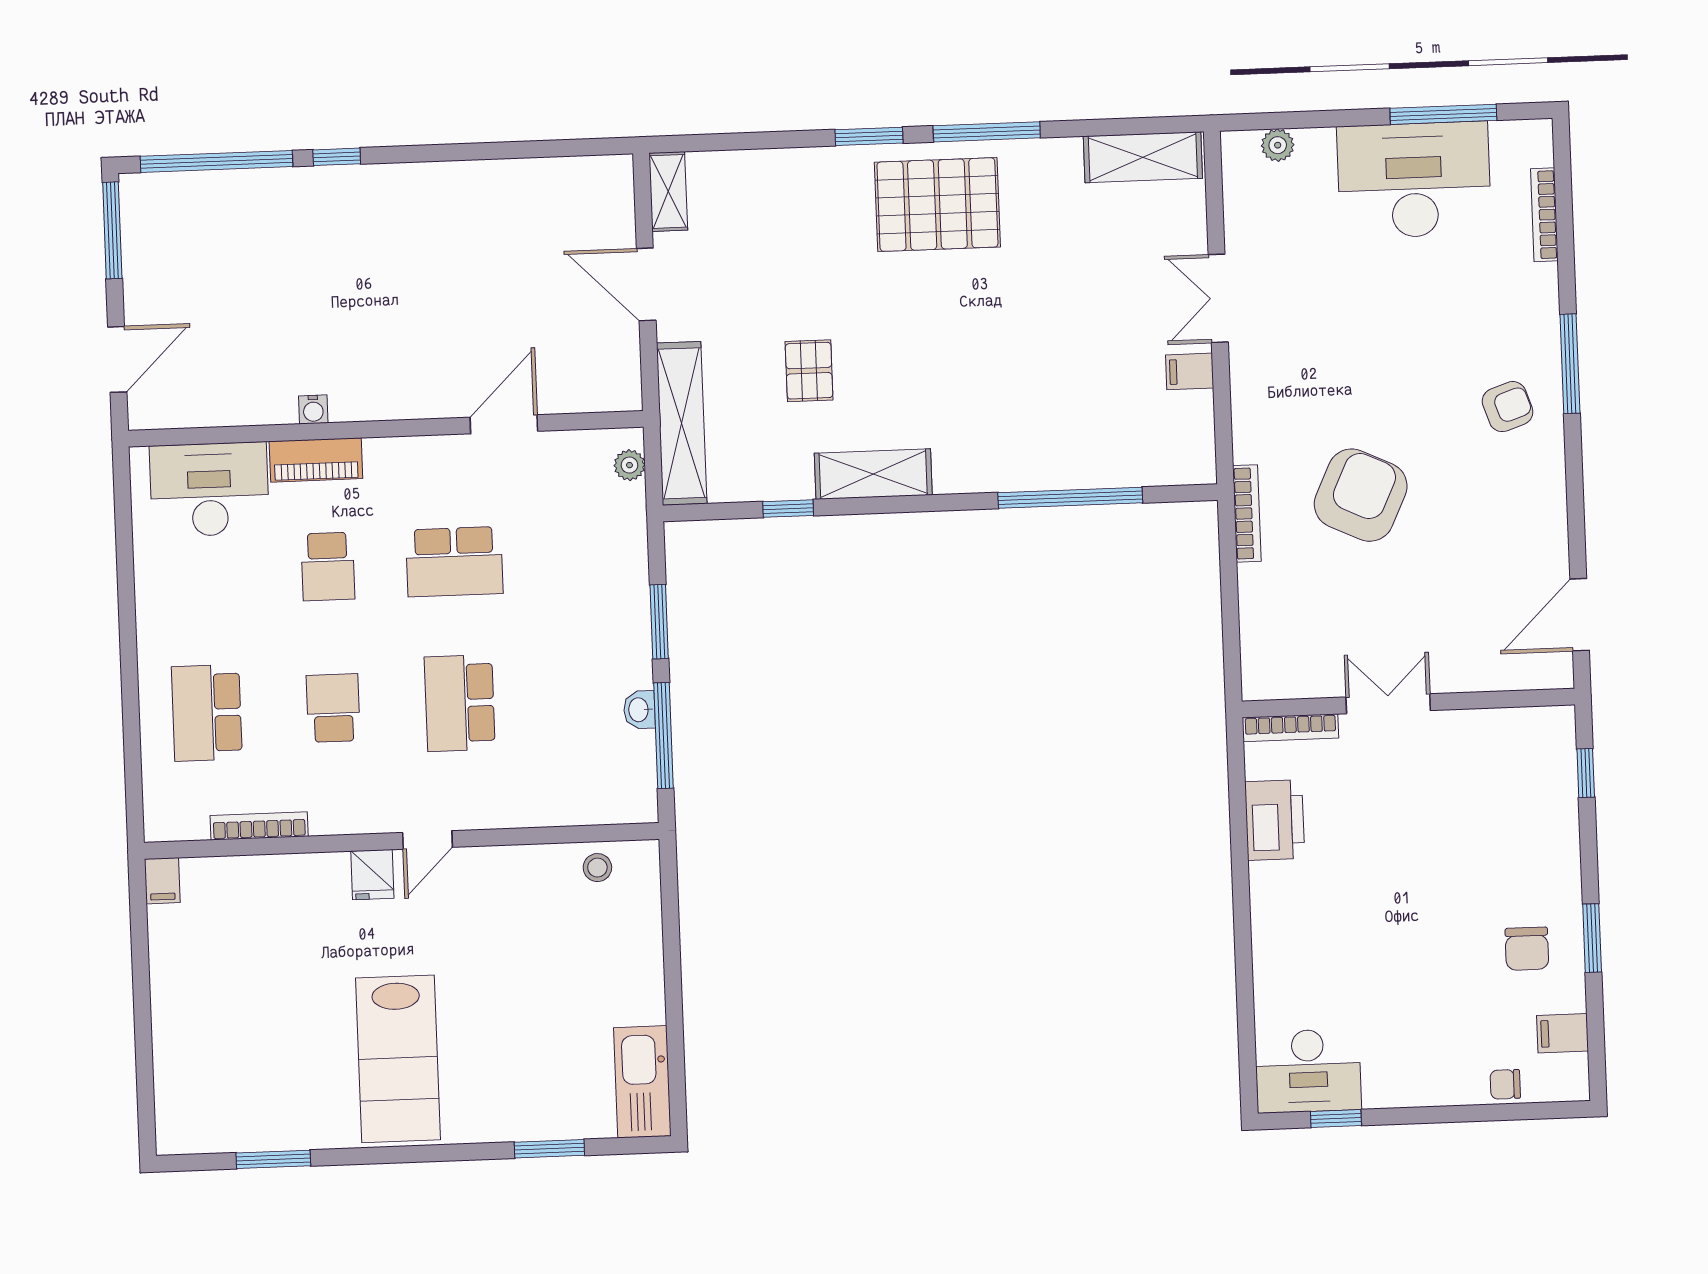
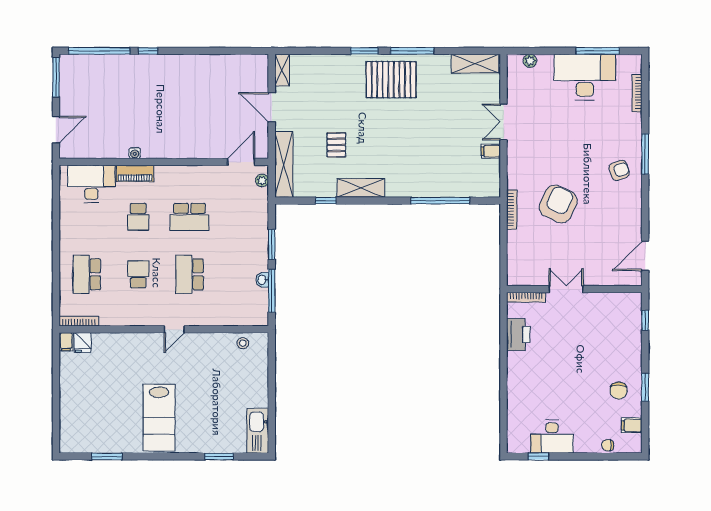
door: (504, 424) -> (241, 162), moved
bookcase: (259, 826) -> (79, 321), moved
fridge: (372, 875) -> (83, 343), moved
desk: (1308, 1071) -> (552, 437), moved

